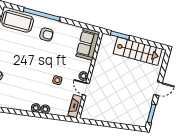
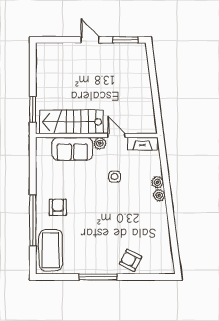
sofa: (88, 44) -> (72, 149), moved
stairs: (138, 51) -> (72, 122), moved, turned -90
door: (86, 89) -> (116, 135), swing flipped

